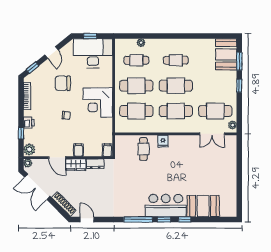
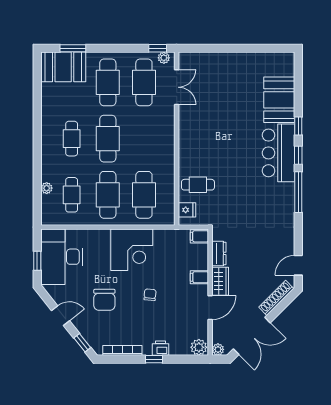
window: (239, 86) -> (158, 48), moved
cafe table: (176, 111) -> (108, 82), moved
window: (21, 133) -> (154, 359), moved
fridge: (163, 141) -> (187, 210), moved

